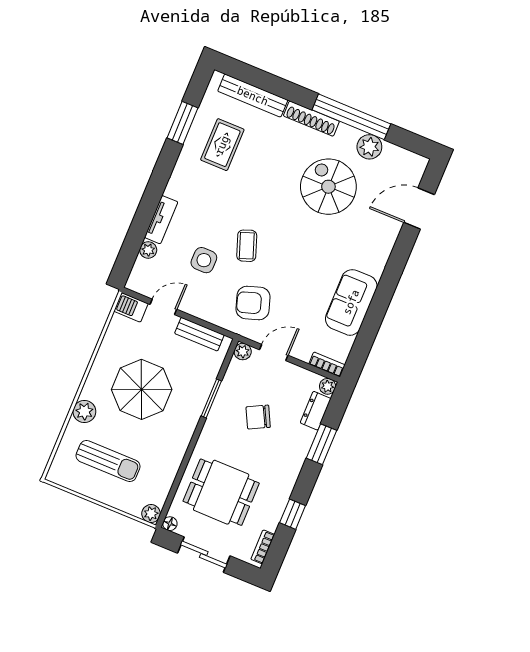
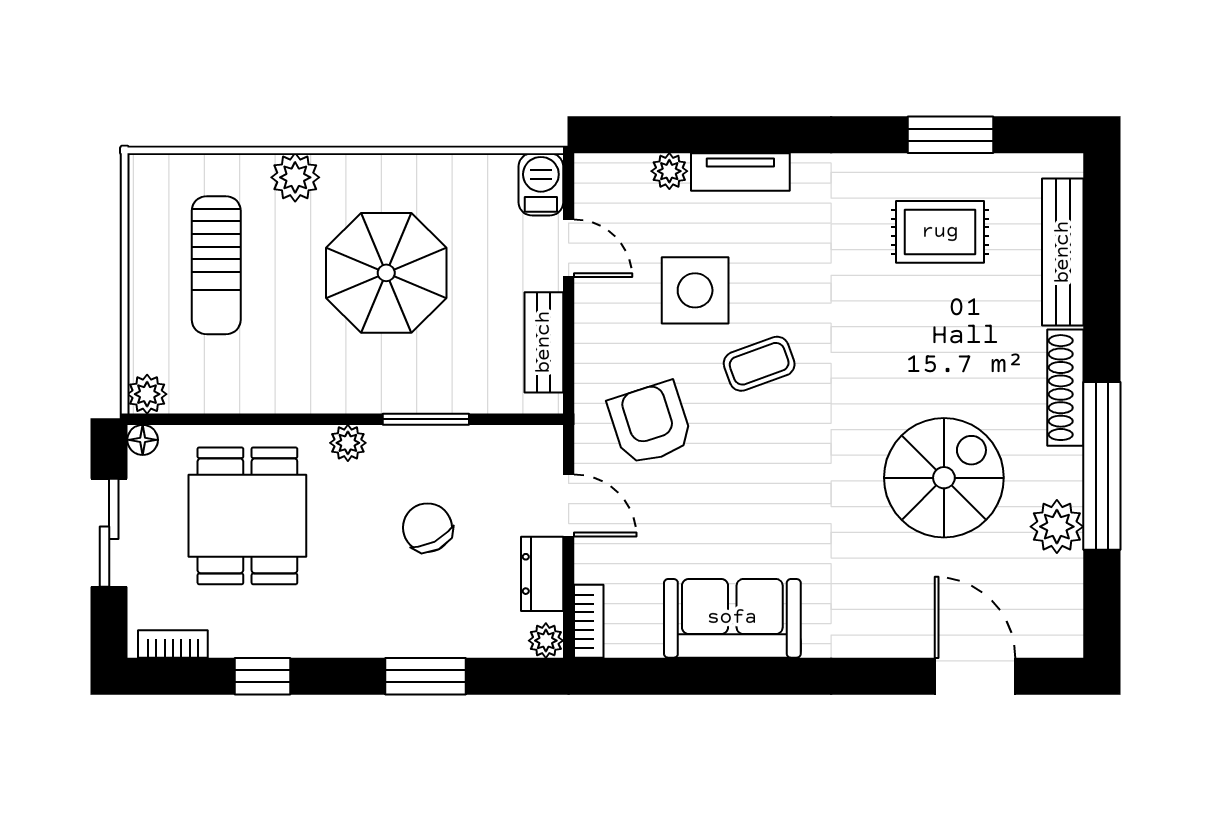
side table: (204, 260) -> (695, 290), width x1.37, depth x1.37
plant: (243, 352) -> (348, 443), moved
dresser: (316, 411) -> (542, 574), moved, turned -90

